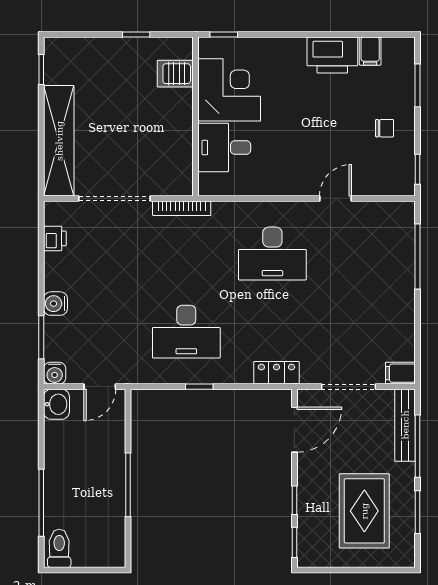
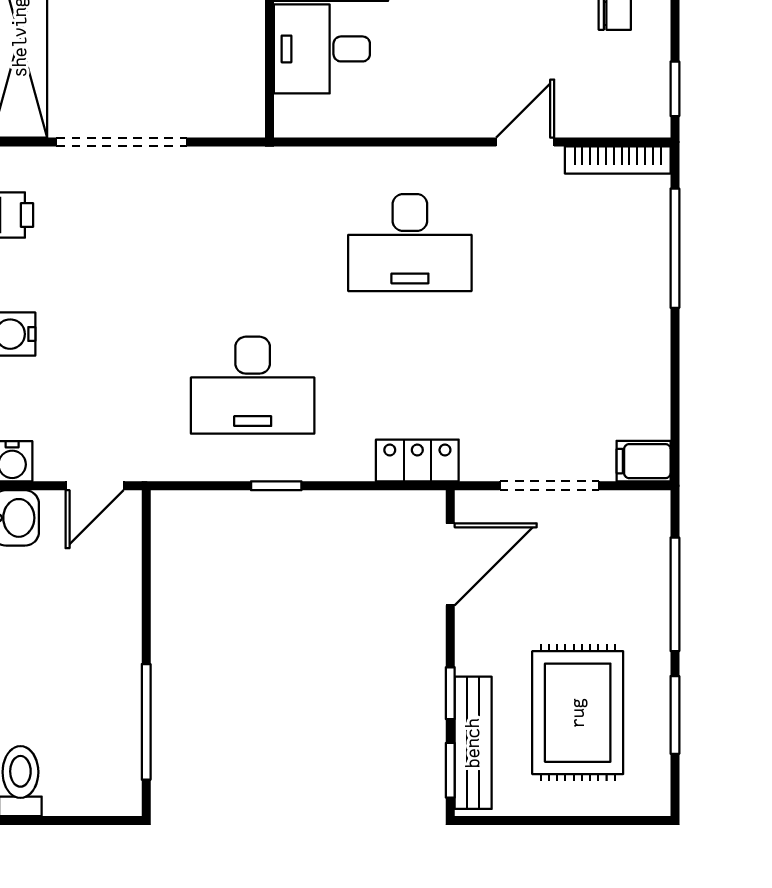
bookcase: (182, 208) -> (618, 160), moved
bench: (405, 425) -> (473, 743), moved
window: (128, 485) -> (146, 722), moved

